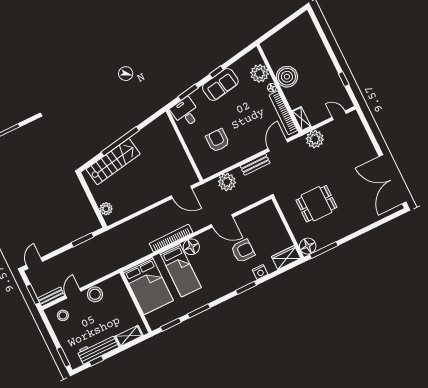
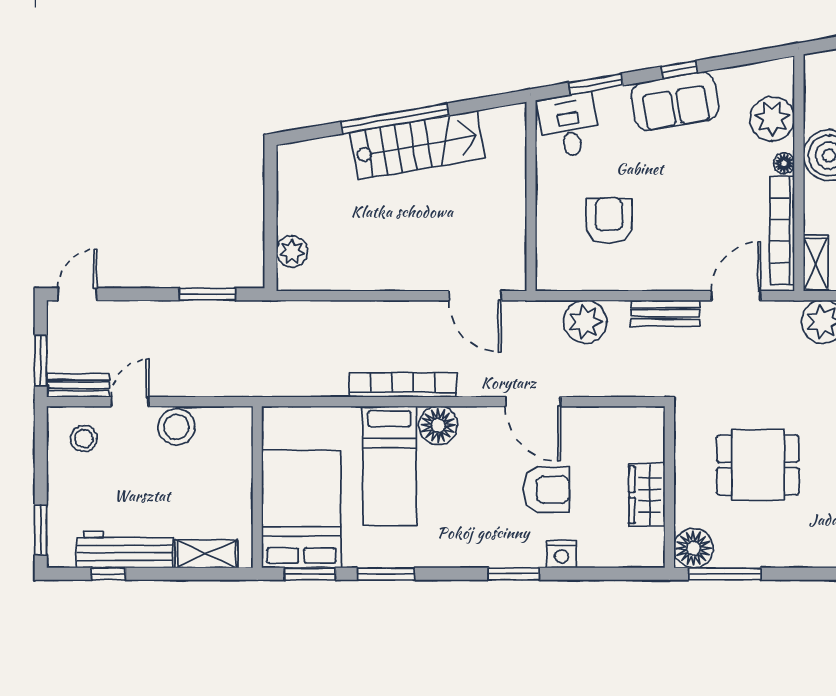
stairs: (113, 162) -> (418, 145), moved
wardrobe: (286, 257) -> (647, 495), moved, turned -90
bed: (148, 286) -> (301, 509), moved, turned 180

